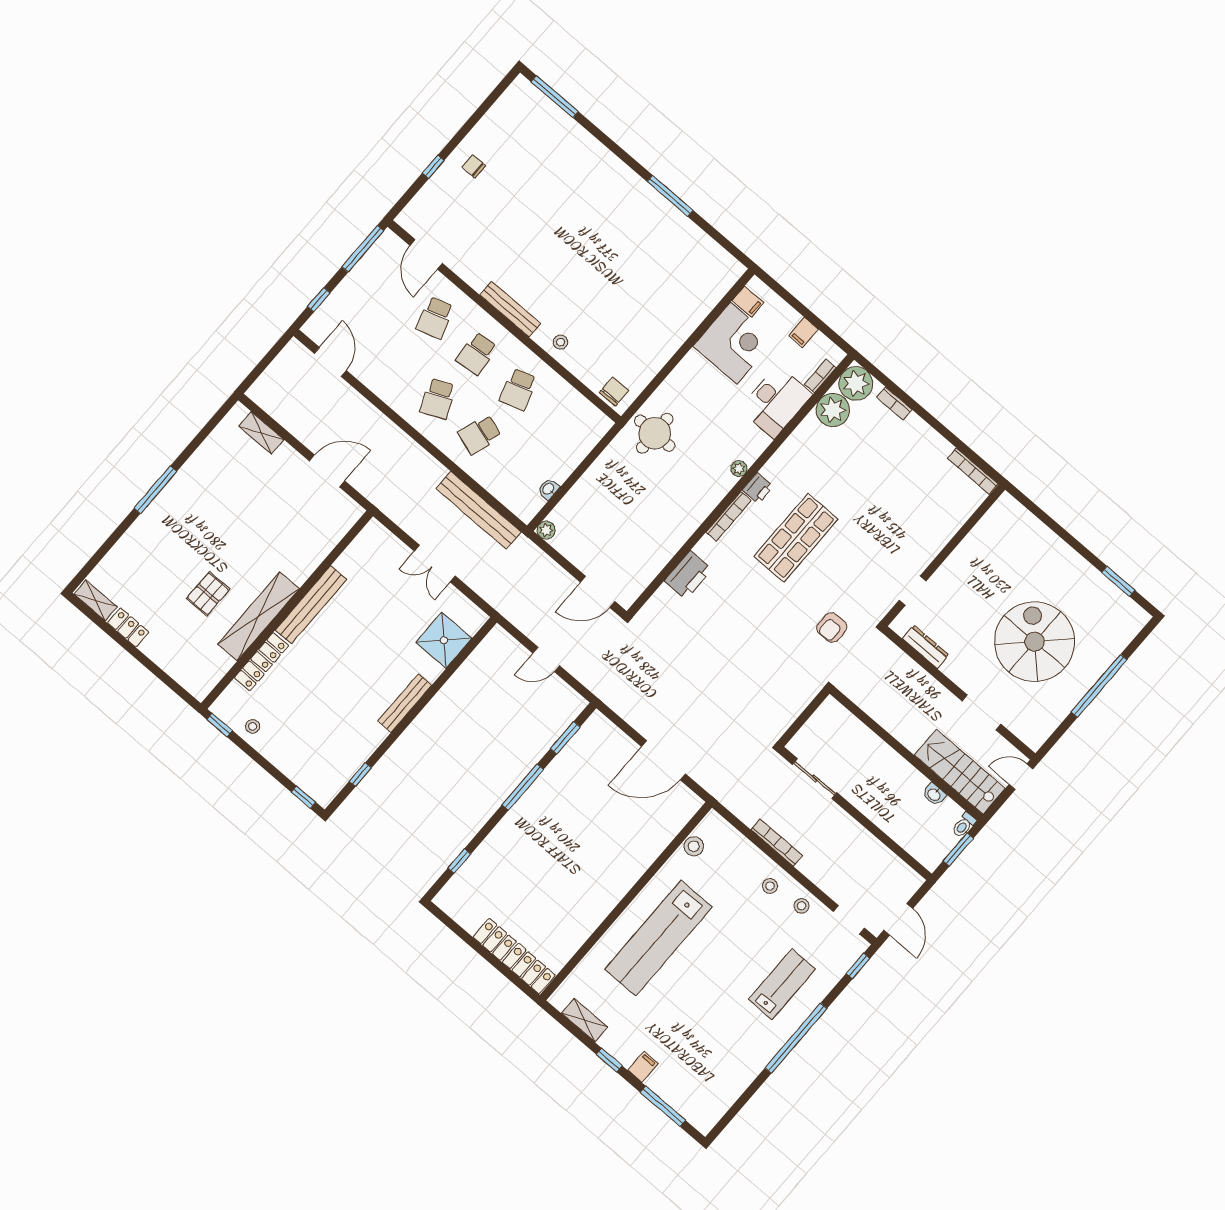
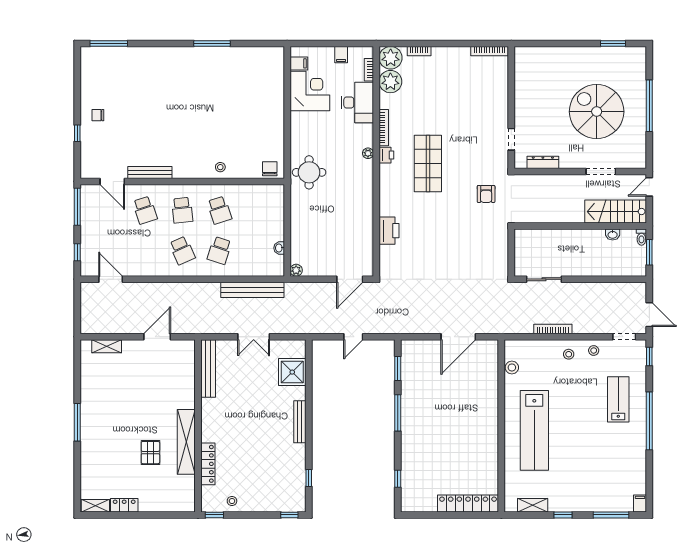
bench: (510, 309) -> (150, 172), moved
bookcase: (728, 516) -> (384, 128), moved
bench: (311, 605) -> (208, 369), moved
filing cabinet: (643, 1067) -> (640, 503), moved

